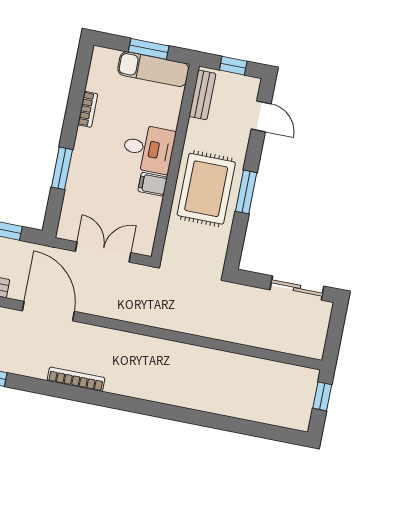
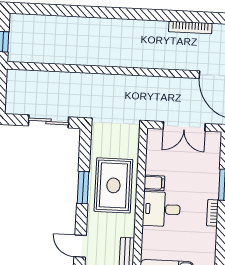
bookcase: (88, 109) -> (213, 213), moved
sliding door: (297, 288) -> (49, 121), moved

